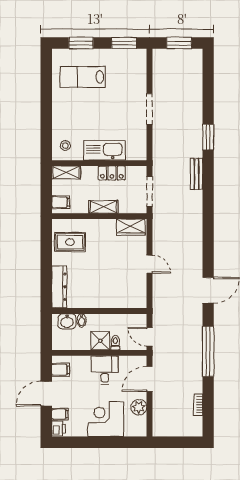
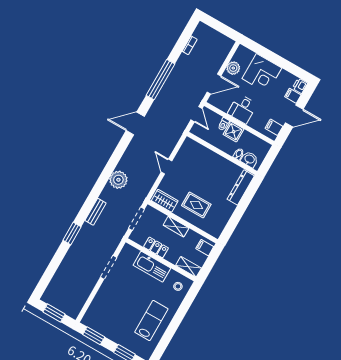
lab bench: (83, 77) -> (151, 320), moved, turned -90
doorway: (150, 109) -> (108, 267), moved
plant: (192, 221) -> (118, 180), added
rug: (70, 242) -> (196, 205), moved

